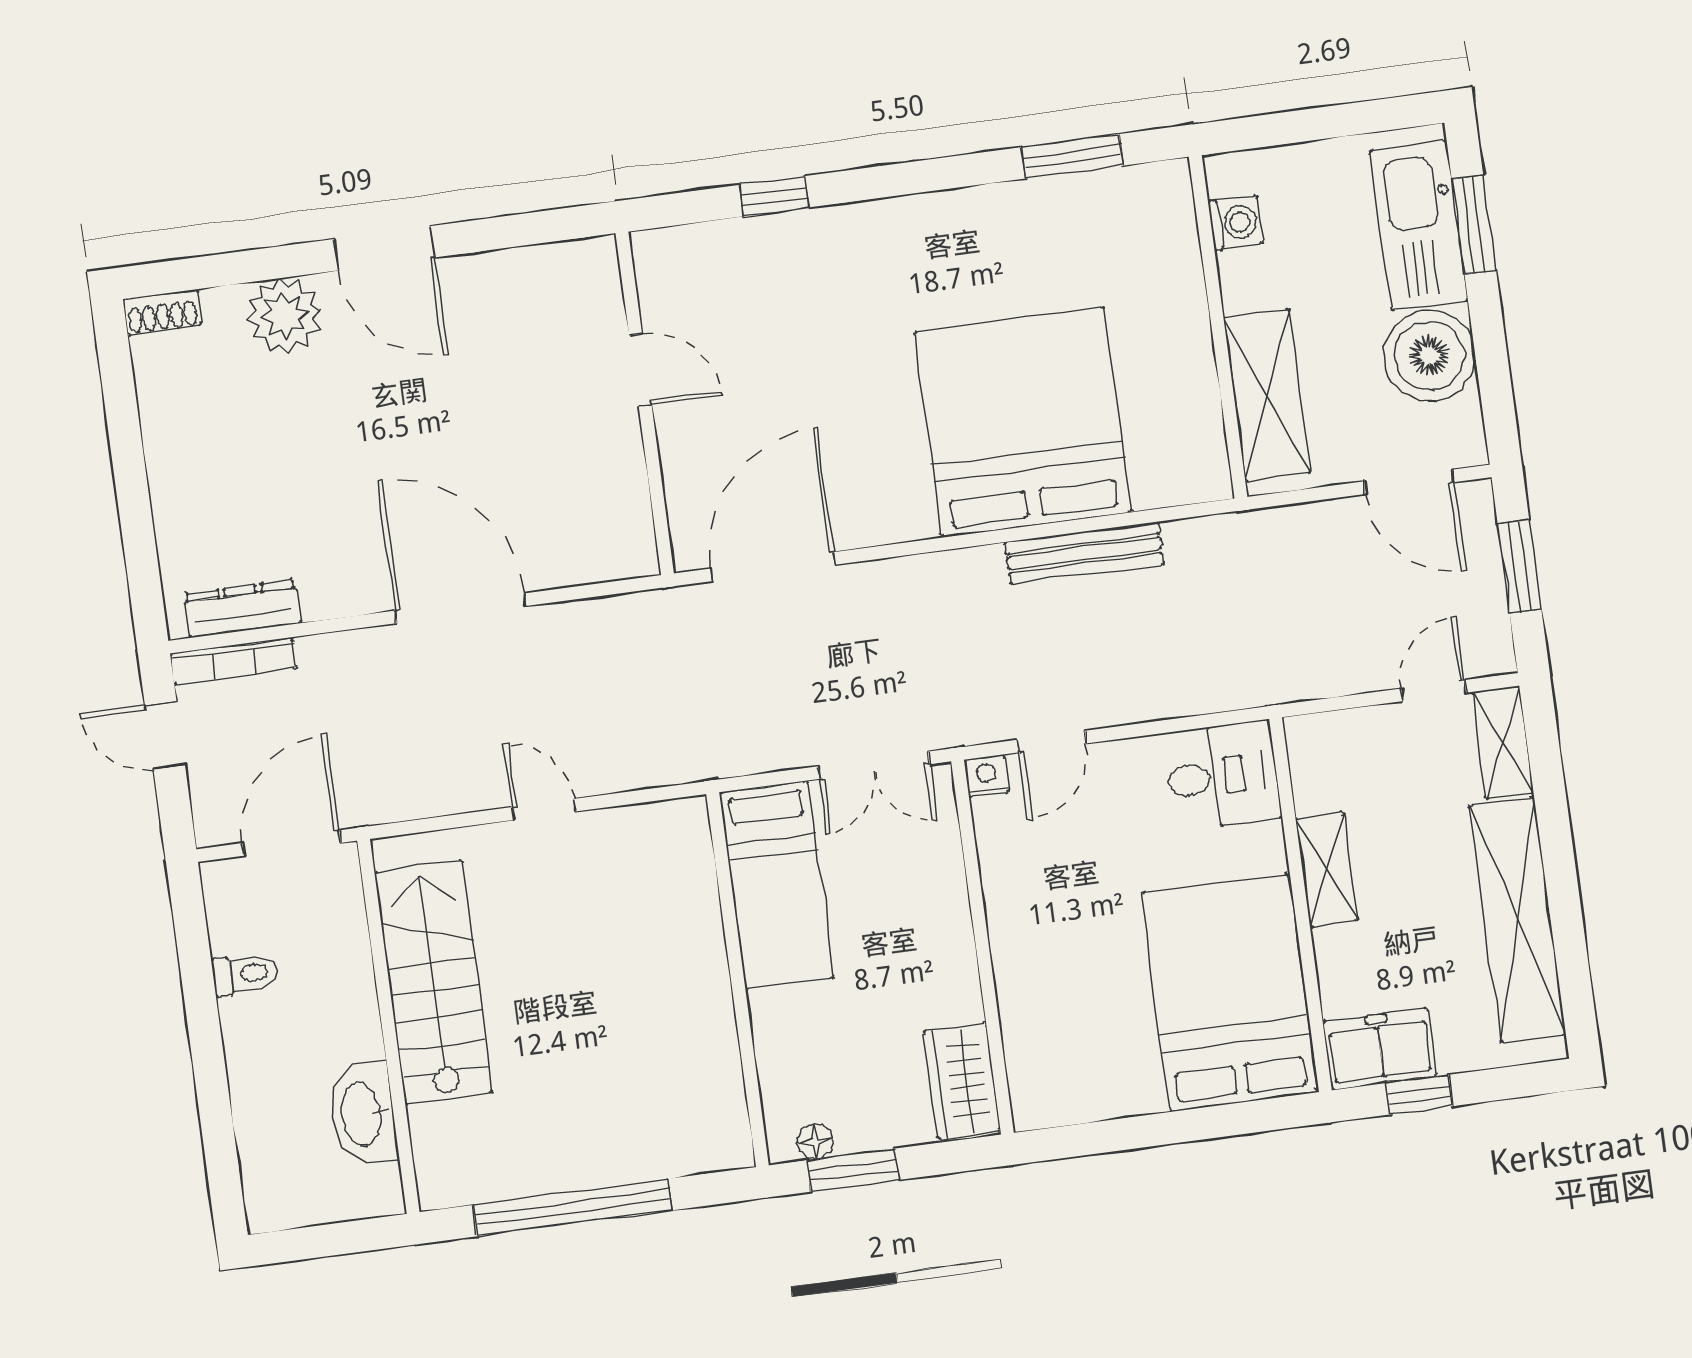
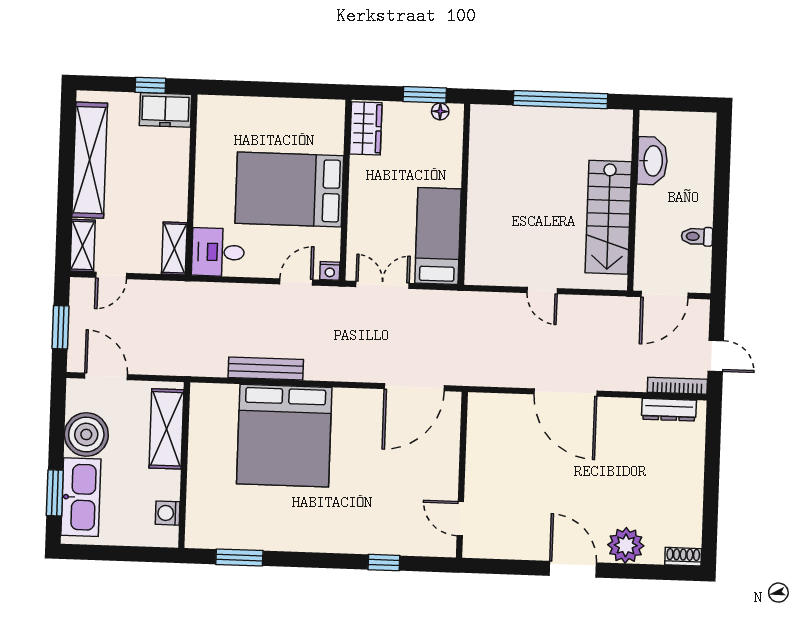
door: (640, 370) -> (460, 519), moved
shelving: (1327, 869) -> (174, 248), moved
bed: (1229, 993) -> (289, 190), moved, turned 90

